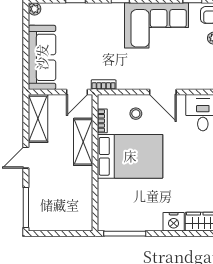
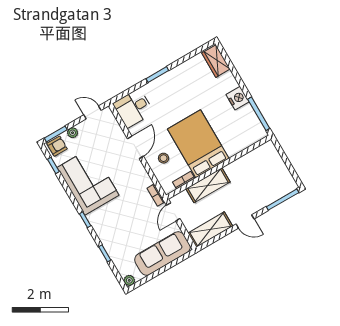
door: (77, 92) -> (173, 212), swing flipped
nightstand: (174, 222) -> (238, 98), moved

